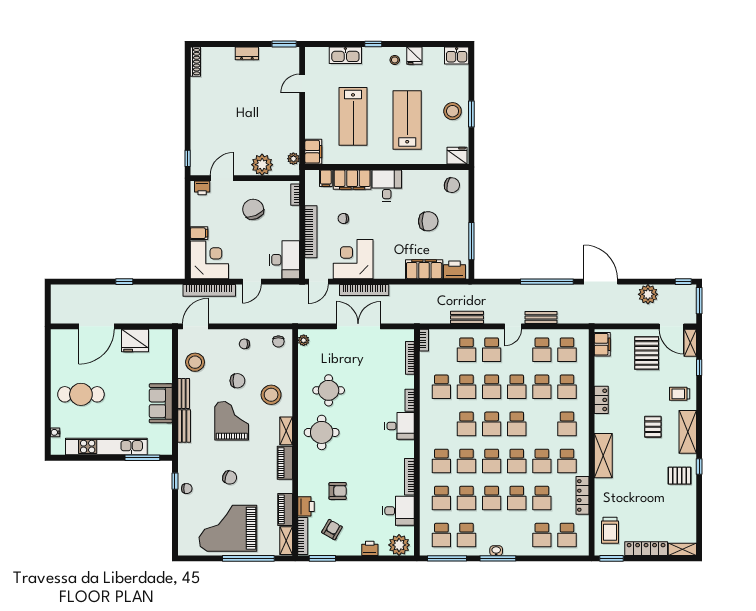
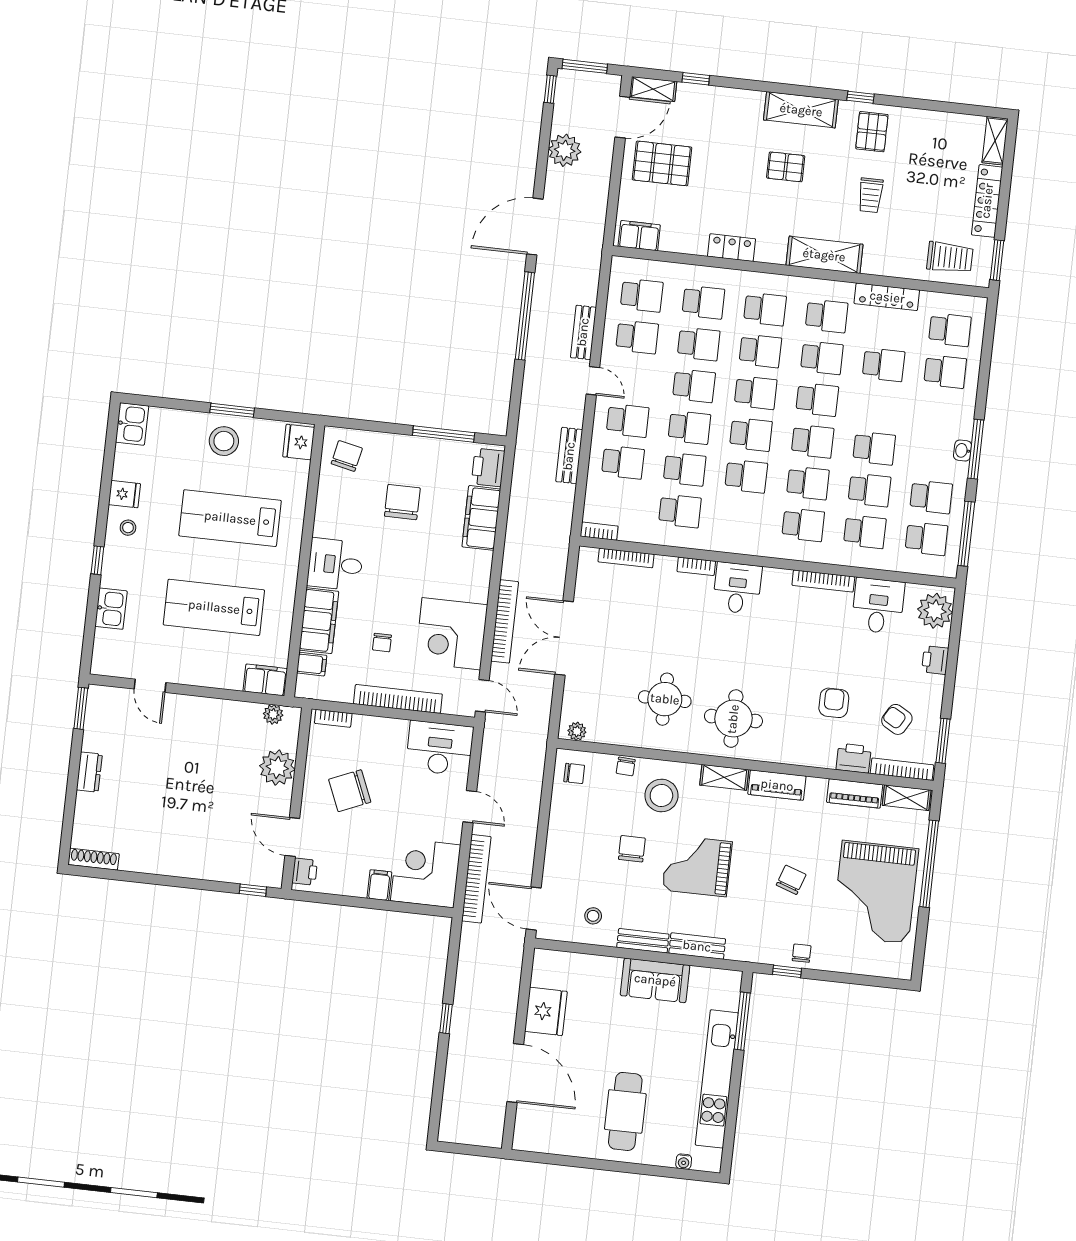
kitchen sink: (345, 55) -> (111, 609), width x0.73
lab bench: (353, 116) -> (214, 607), turned 180
chair: (244, 344) -> (626, 766), moved
stool: (195, 362) -> (593, 916), width x0.53, depth x0.53
trolley: (680, 394) -> (870, 195), moved
school desk: (517, 498) -> (760, 351), moved

